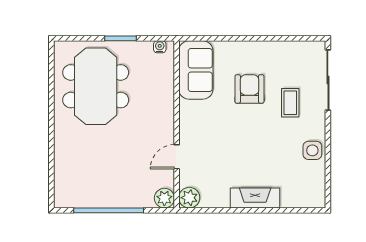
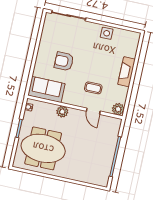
coffee table: (290, 103) -> (93, 88), moved
plant: (164, 198) -> (62, 112), moved

